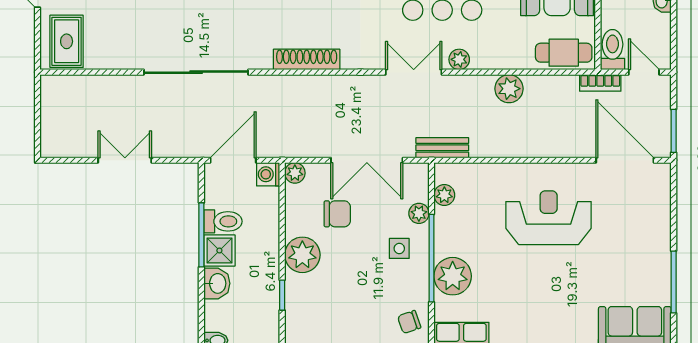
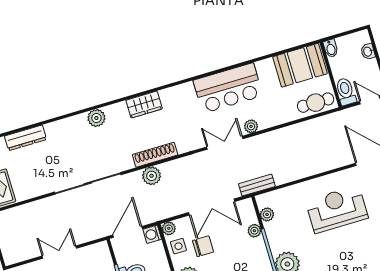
bookcase: (600, 83) -> (344, 115), removed
plant: (509, 89) -> (152, 176), moved
side table: (399, 248) -> (178, 246), moved

